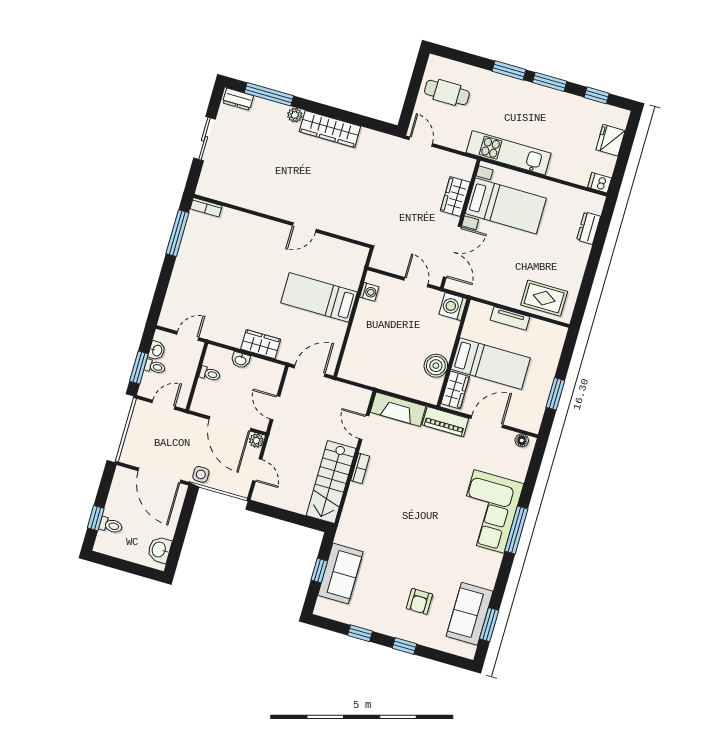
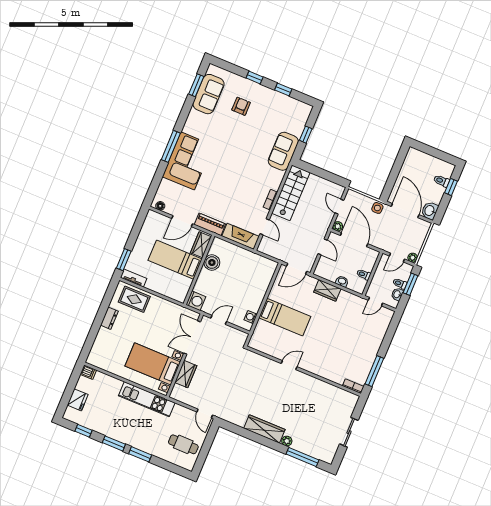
dresser: (238, 99) -> (323, 456), removed
dresser: (588, 228) -> (109, 318), moved
door: (416, 282) -> (219, 320), swing flipped
tv unit: (510, 318) -> (134, 278), moved
window: (555, 394) -> (124, 260), moved
plant: (140, 407) -> (413, 258), added
washbasin: (159, 550) -> (430, 211), moved, turned 180
sofa: (340, 574) -> (283, 151), moved

